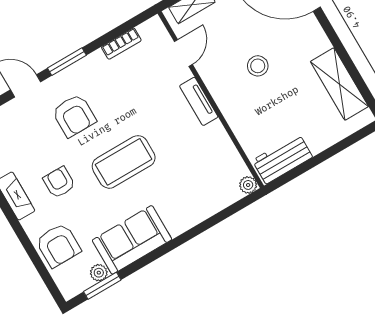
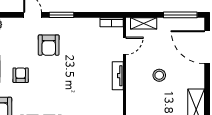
bookcase: (121, 44) -> (112, 22), moved
coffee table: (124, 162) -> (60, 84), removed

